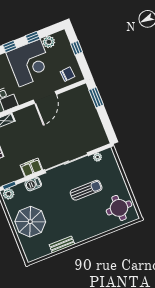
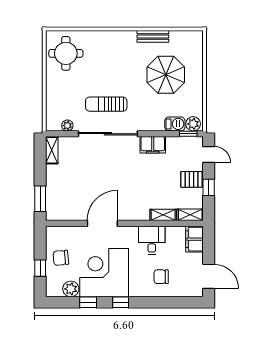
chair: (67, 74) -> (61, 258), moved
shelving: (102, 135) -> (52, 150), added
barbecue: (33, 184) -> (175, 124), moved
sun lounger: (86, 190) -> (106, 104), moved
parasol: (30, 222) -> (166, 75), moved

